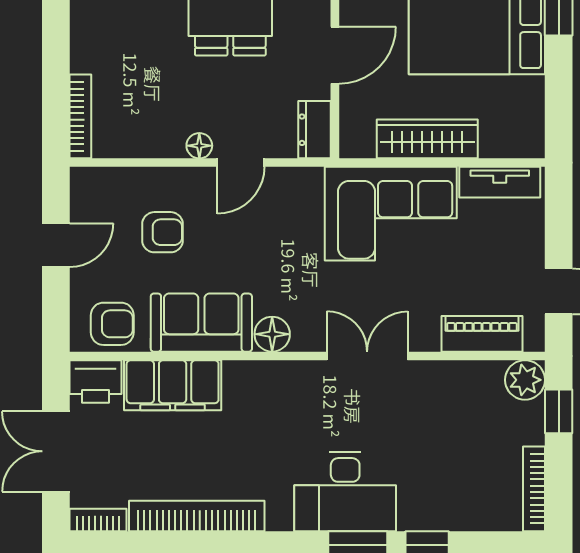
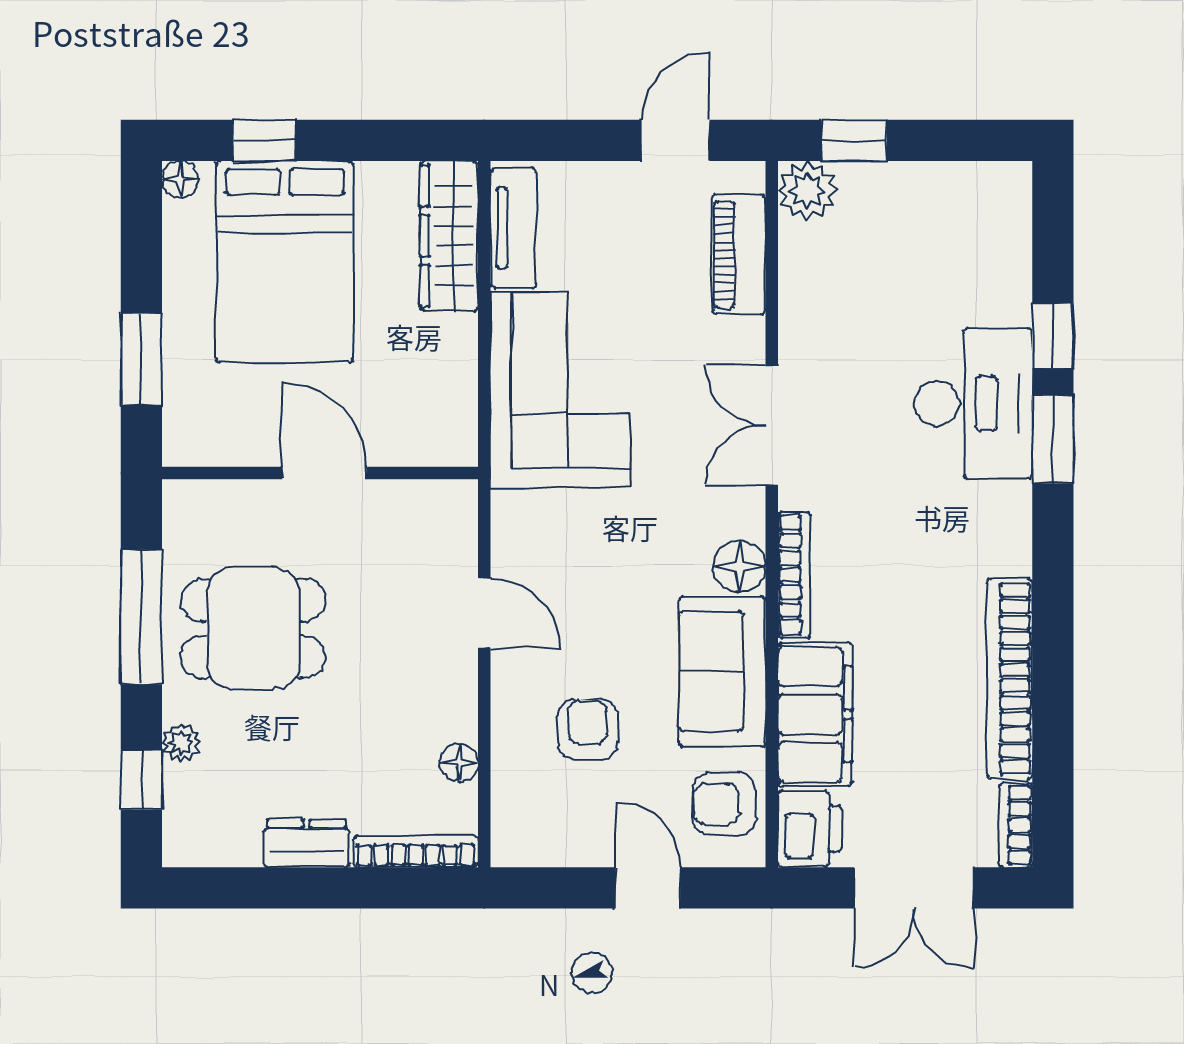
dresser: (315, 130) -> (306, 843), moved, turned 180
wardrobe: (427, 139) -> (449, 236), moved
floor lamp: (199, 146) -> (459, 763), moved
door: (56, 245) -> (648, 888), moved
armchair: (112, 324) -> (724, 804), turned -90
bookcase: (534, 489) -> (794, 575), moved, turned -90
desk: (345, 491) -> (973, 404), moved

